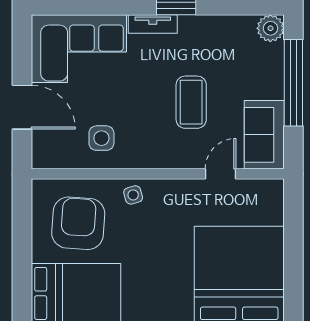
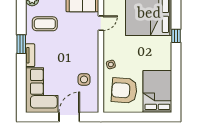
coffee table: (191, 102) -> (45, 24), moved
door: (221, 174) -> (101, 23), swing flipped

